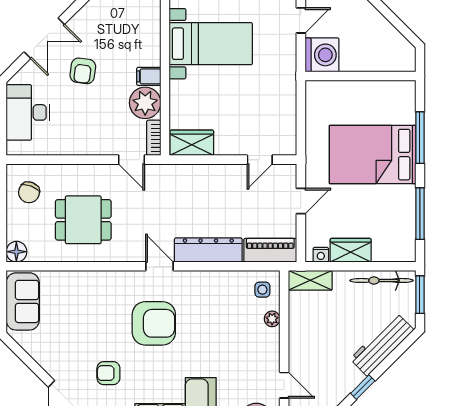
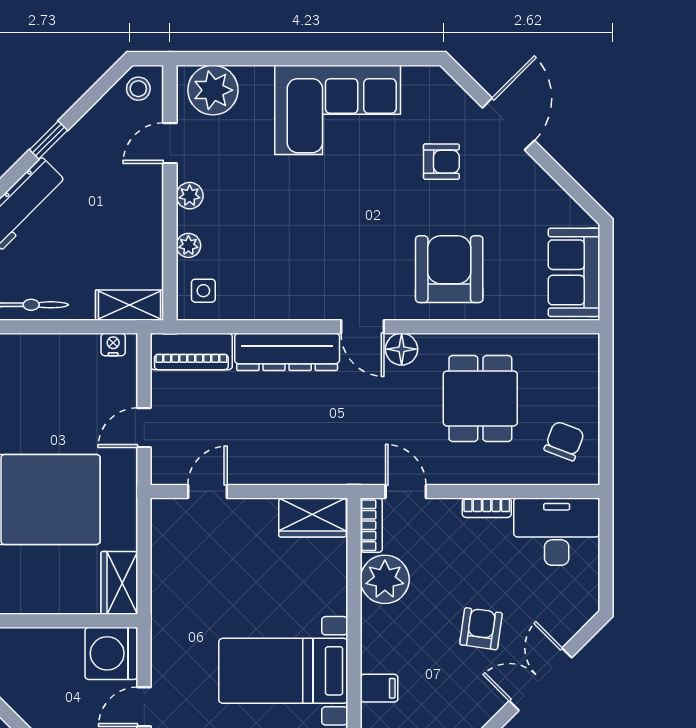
filing cabinet: (149, 76) -> (379, 688), moved
desk: (28, 112) -> (557, 532), moved, turned -90
bookcase: (79, 149) -> (487, 508), added
dining table: (83, 220) -> (480, 398), turned 90
wardrobe: (351, 250) -> (119, 583), moved, turned 90
floor lamp: (16, 252) -> (402, 349), moved
armchair: (154, 323) -> (449, 269), moved, turned 90
plant: (271, 351) -> (190, 196), added
door: (284, 385) -> (170, 143), hinge flipped

